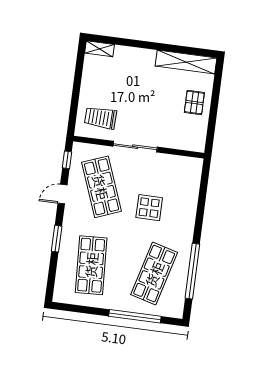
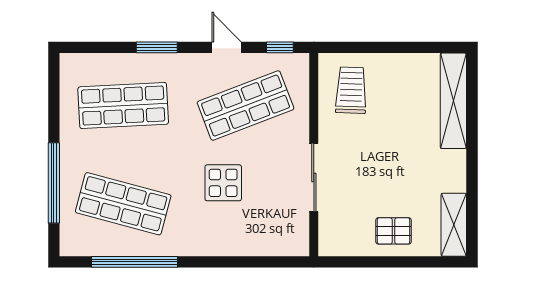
shelving: (99, 49) -> (453, 101), width x2.20, depth x1.33
shelving: (186, 62) -> (454, 225), width x0.68
sliding door: (135, 147) -> (314, 177), moved

